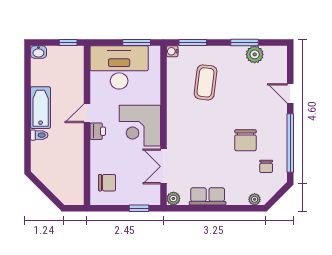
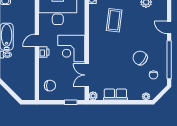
chair: (245, 140) -> (140, 58), turned 125

